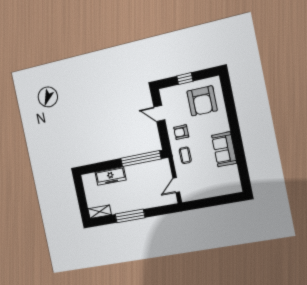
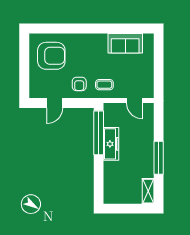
window: (185, 79) -> (24, 69), removed
sofa: (224, 149) -> (125, 43), moved
freezer: (110, 176) -> (111, 144), moved

